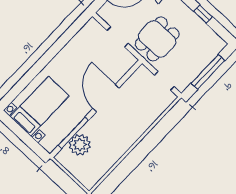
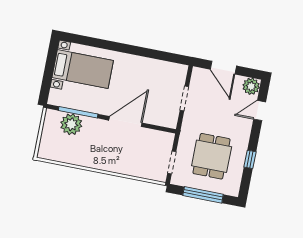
dining table: (157, 39) -> (212, 156), moved, turned 90

